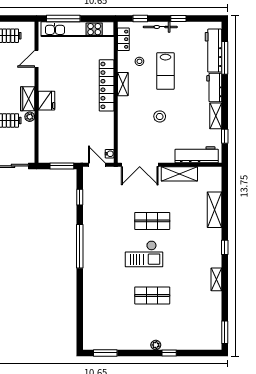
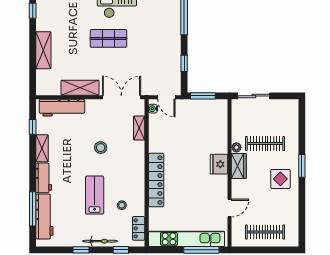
shelving: (123, 84) -> (139, 128), moved

